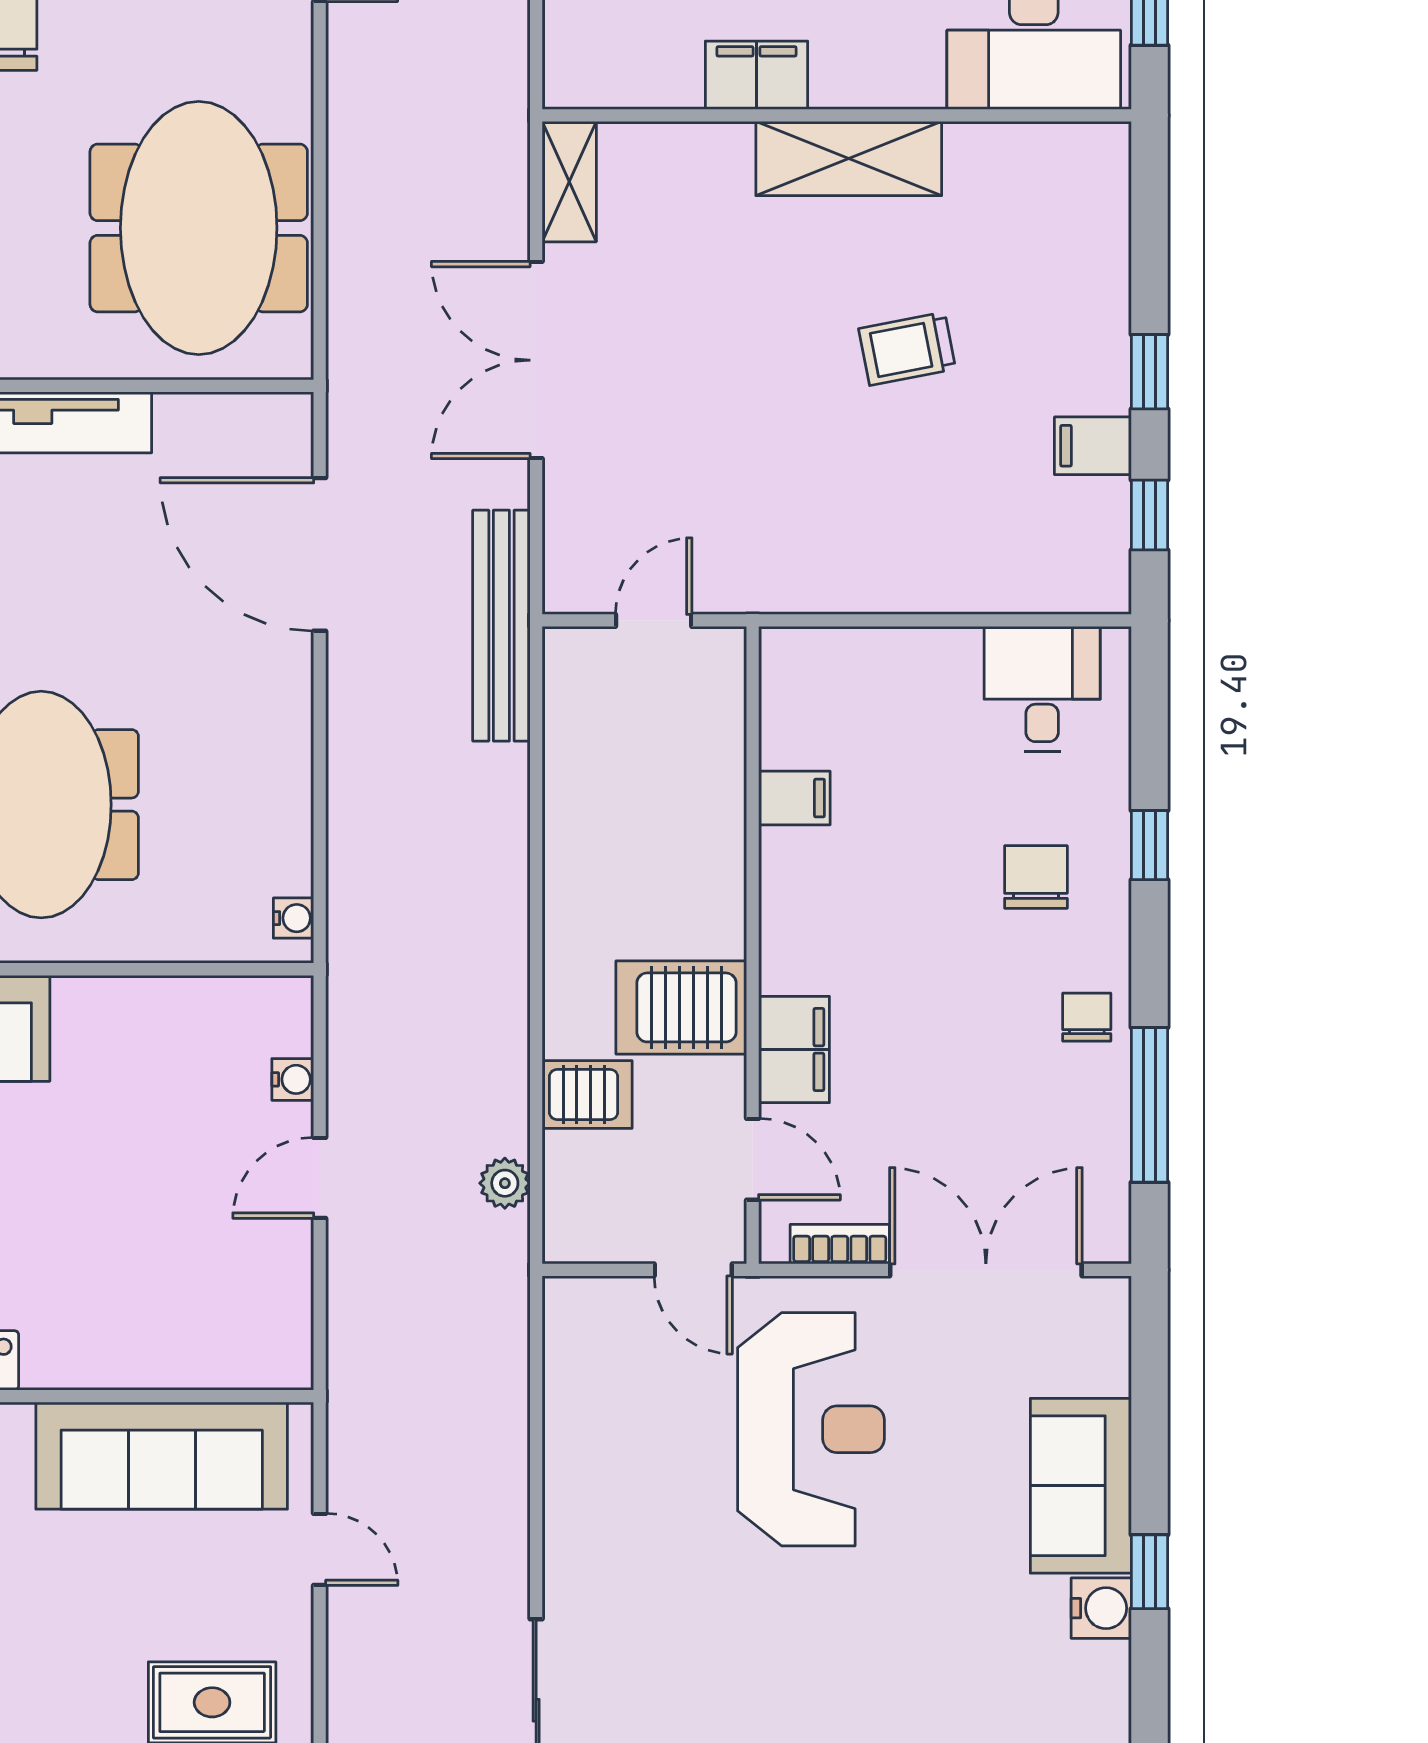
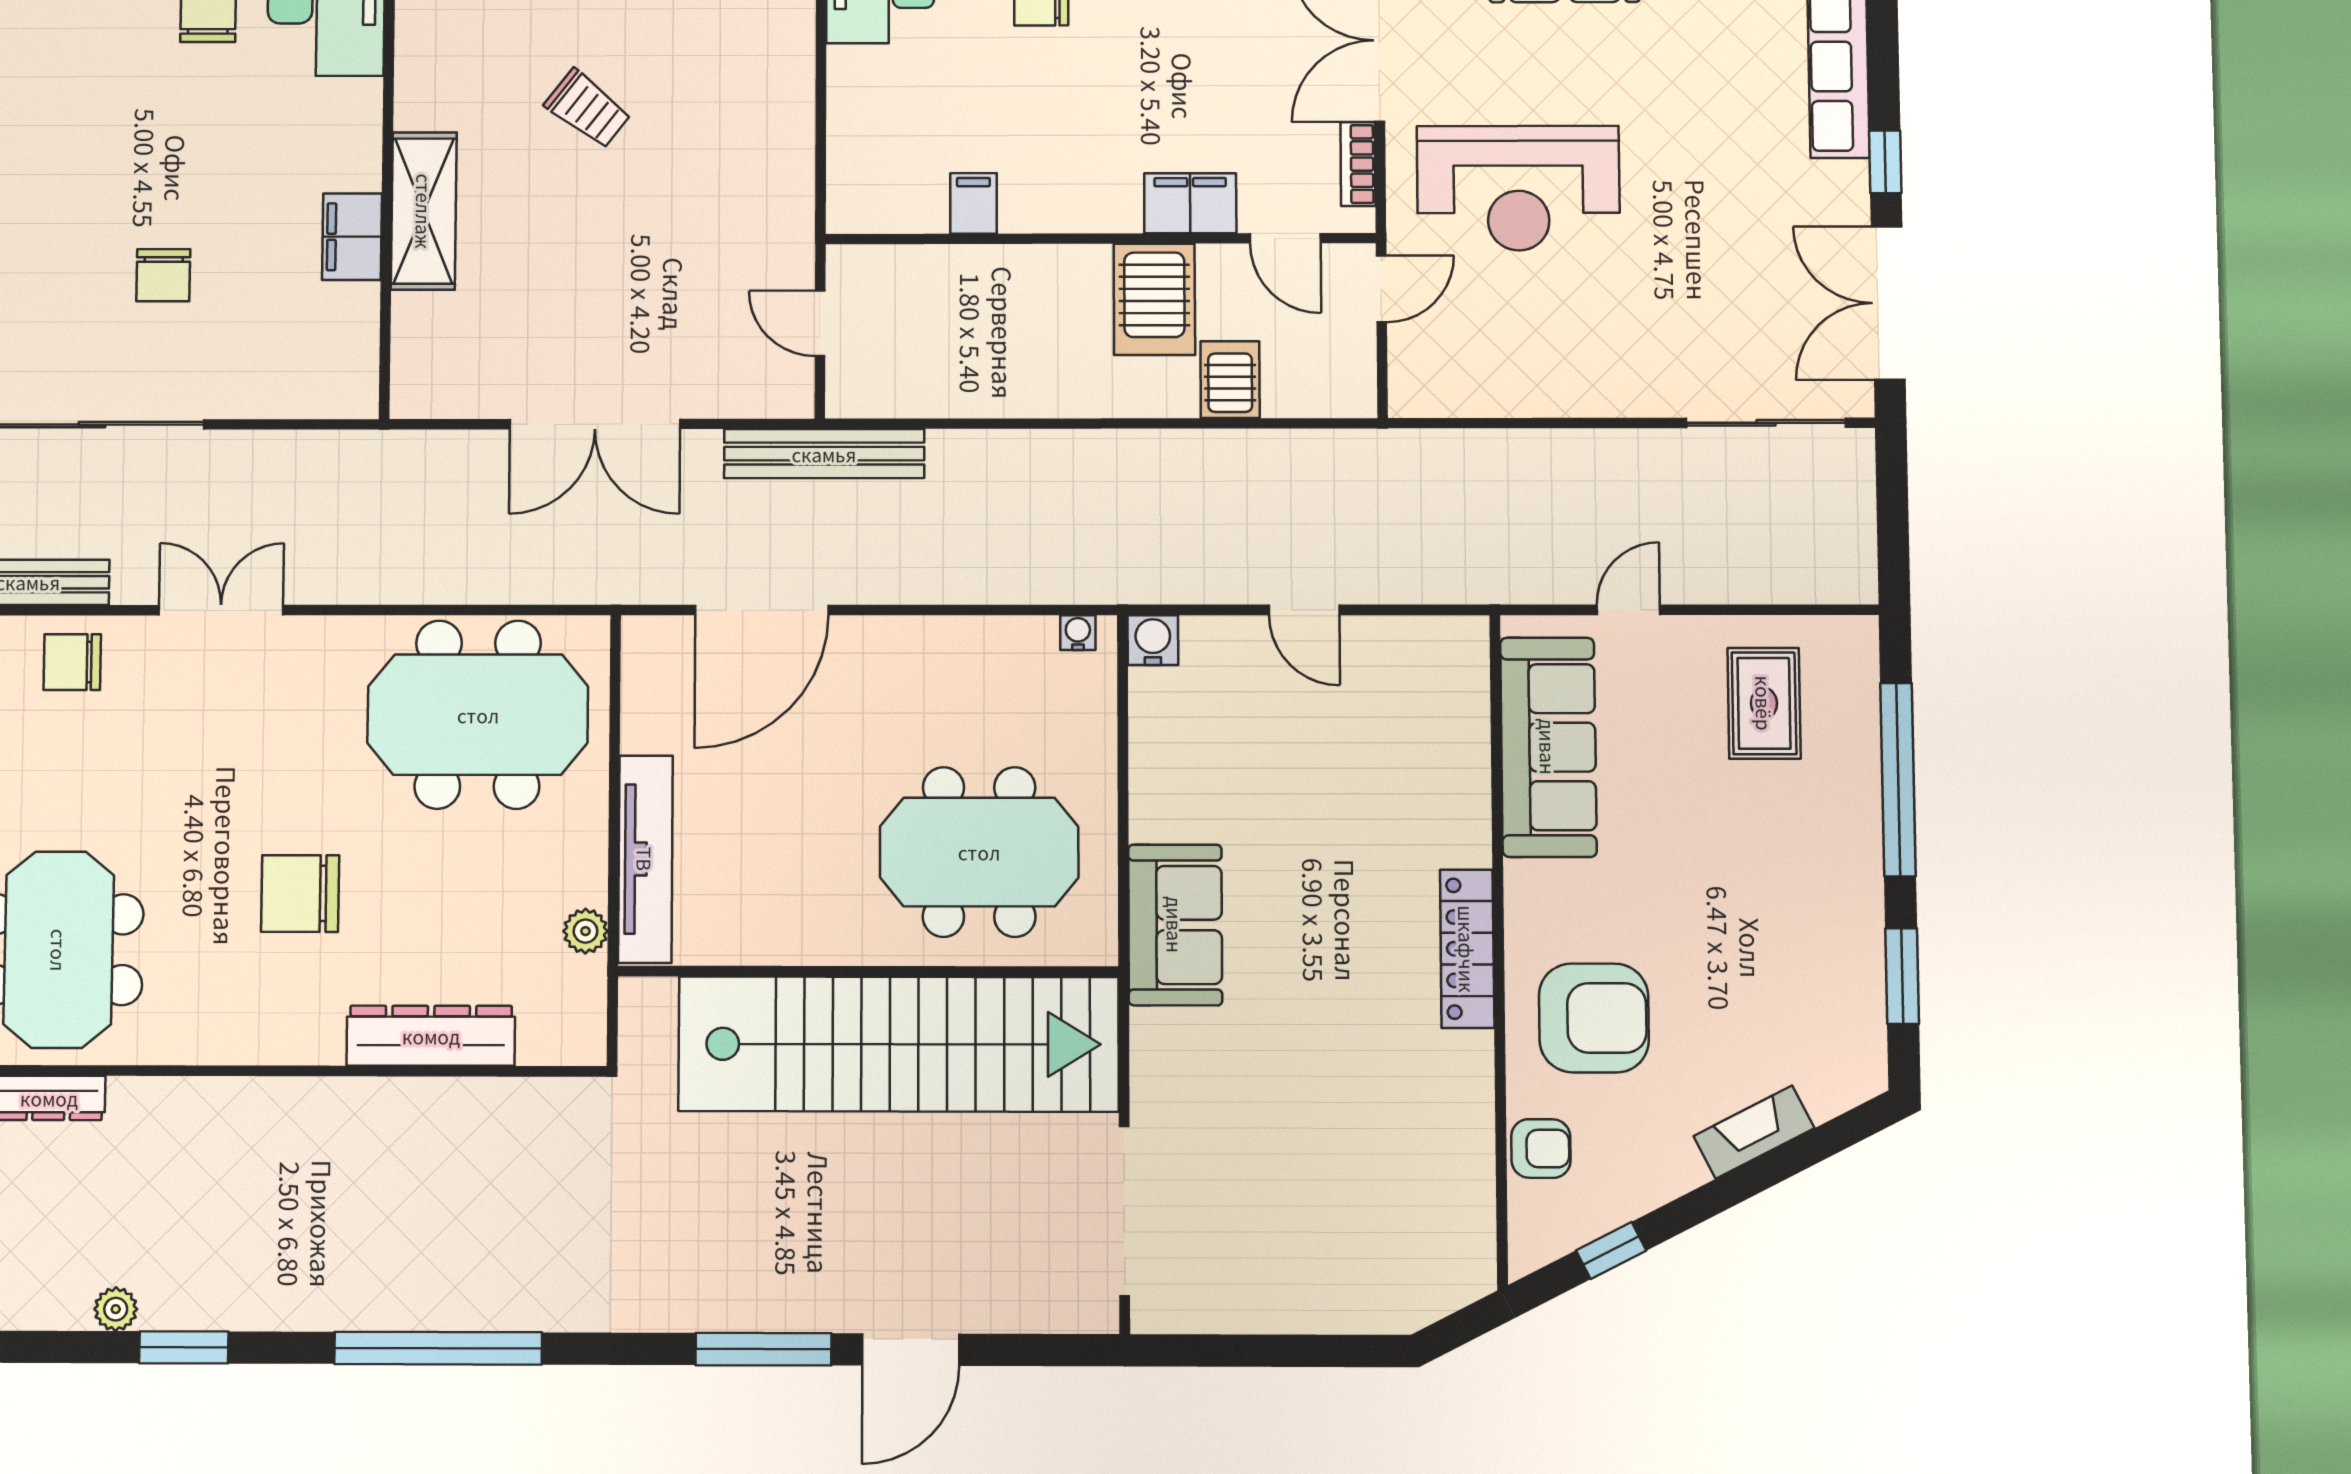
shelving: (849, 159) -> (424, 211), moved
shelving: (569, 182) -> (441, 396), removed
trolley: (907, 349) -> (588, 109), turned -41
water cooler: (293, 1079) -> (1153, 640), moved, width x1.38, depth x1.38
door: (753, 1159) -> (1285, 238), swing flipped
plant: (505, 1183) -> (1308, 450), removed
reception desk: (811, 1429) -> (1518, 188), turned 180

